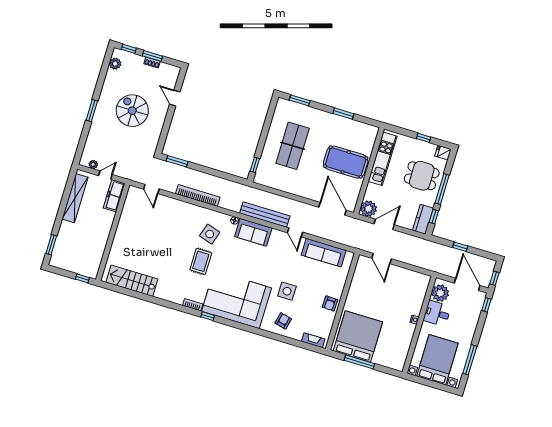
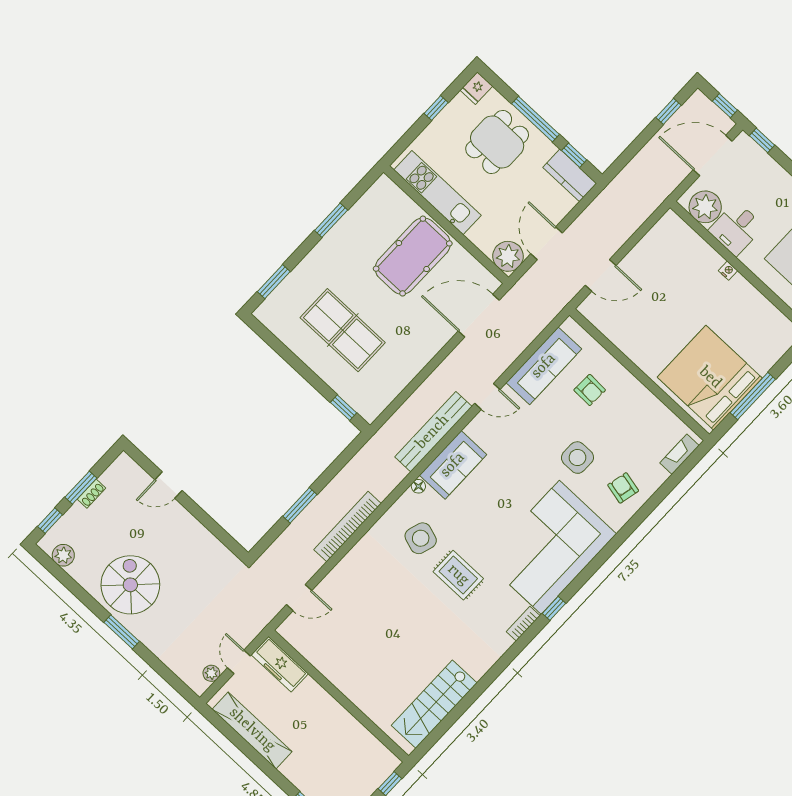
spiral stairs: (132, 111) -> (130, 585), moved, turned 90
window: (177, 161) -> (300, 505), moved
window: (460, 247) -> (668, 111), moved
armchair: (330, 303) -> (590, 390), moved

